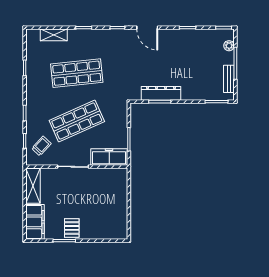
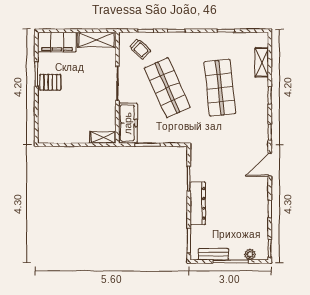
dresser: (161, 93) -> (198, 203), moved
shelving: (122, 180) -> (103, 137), added

